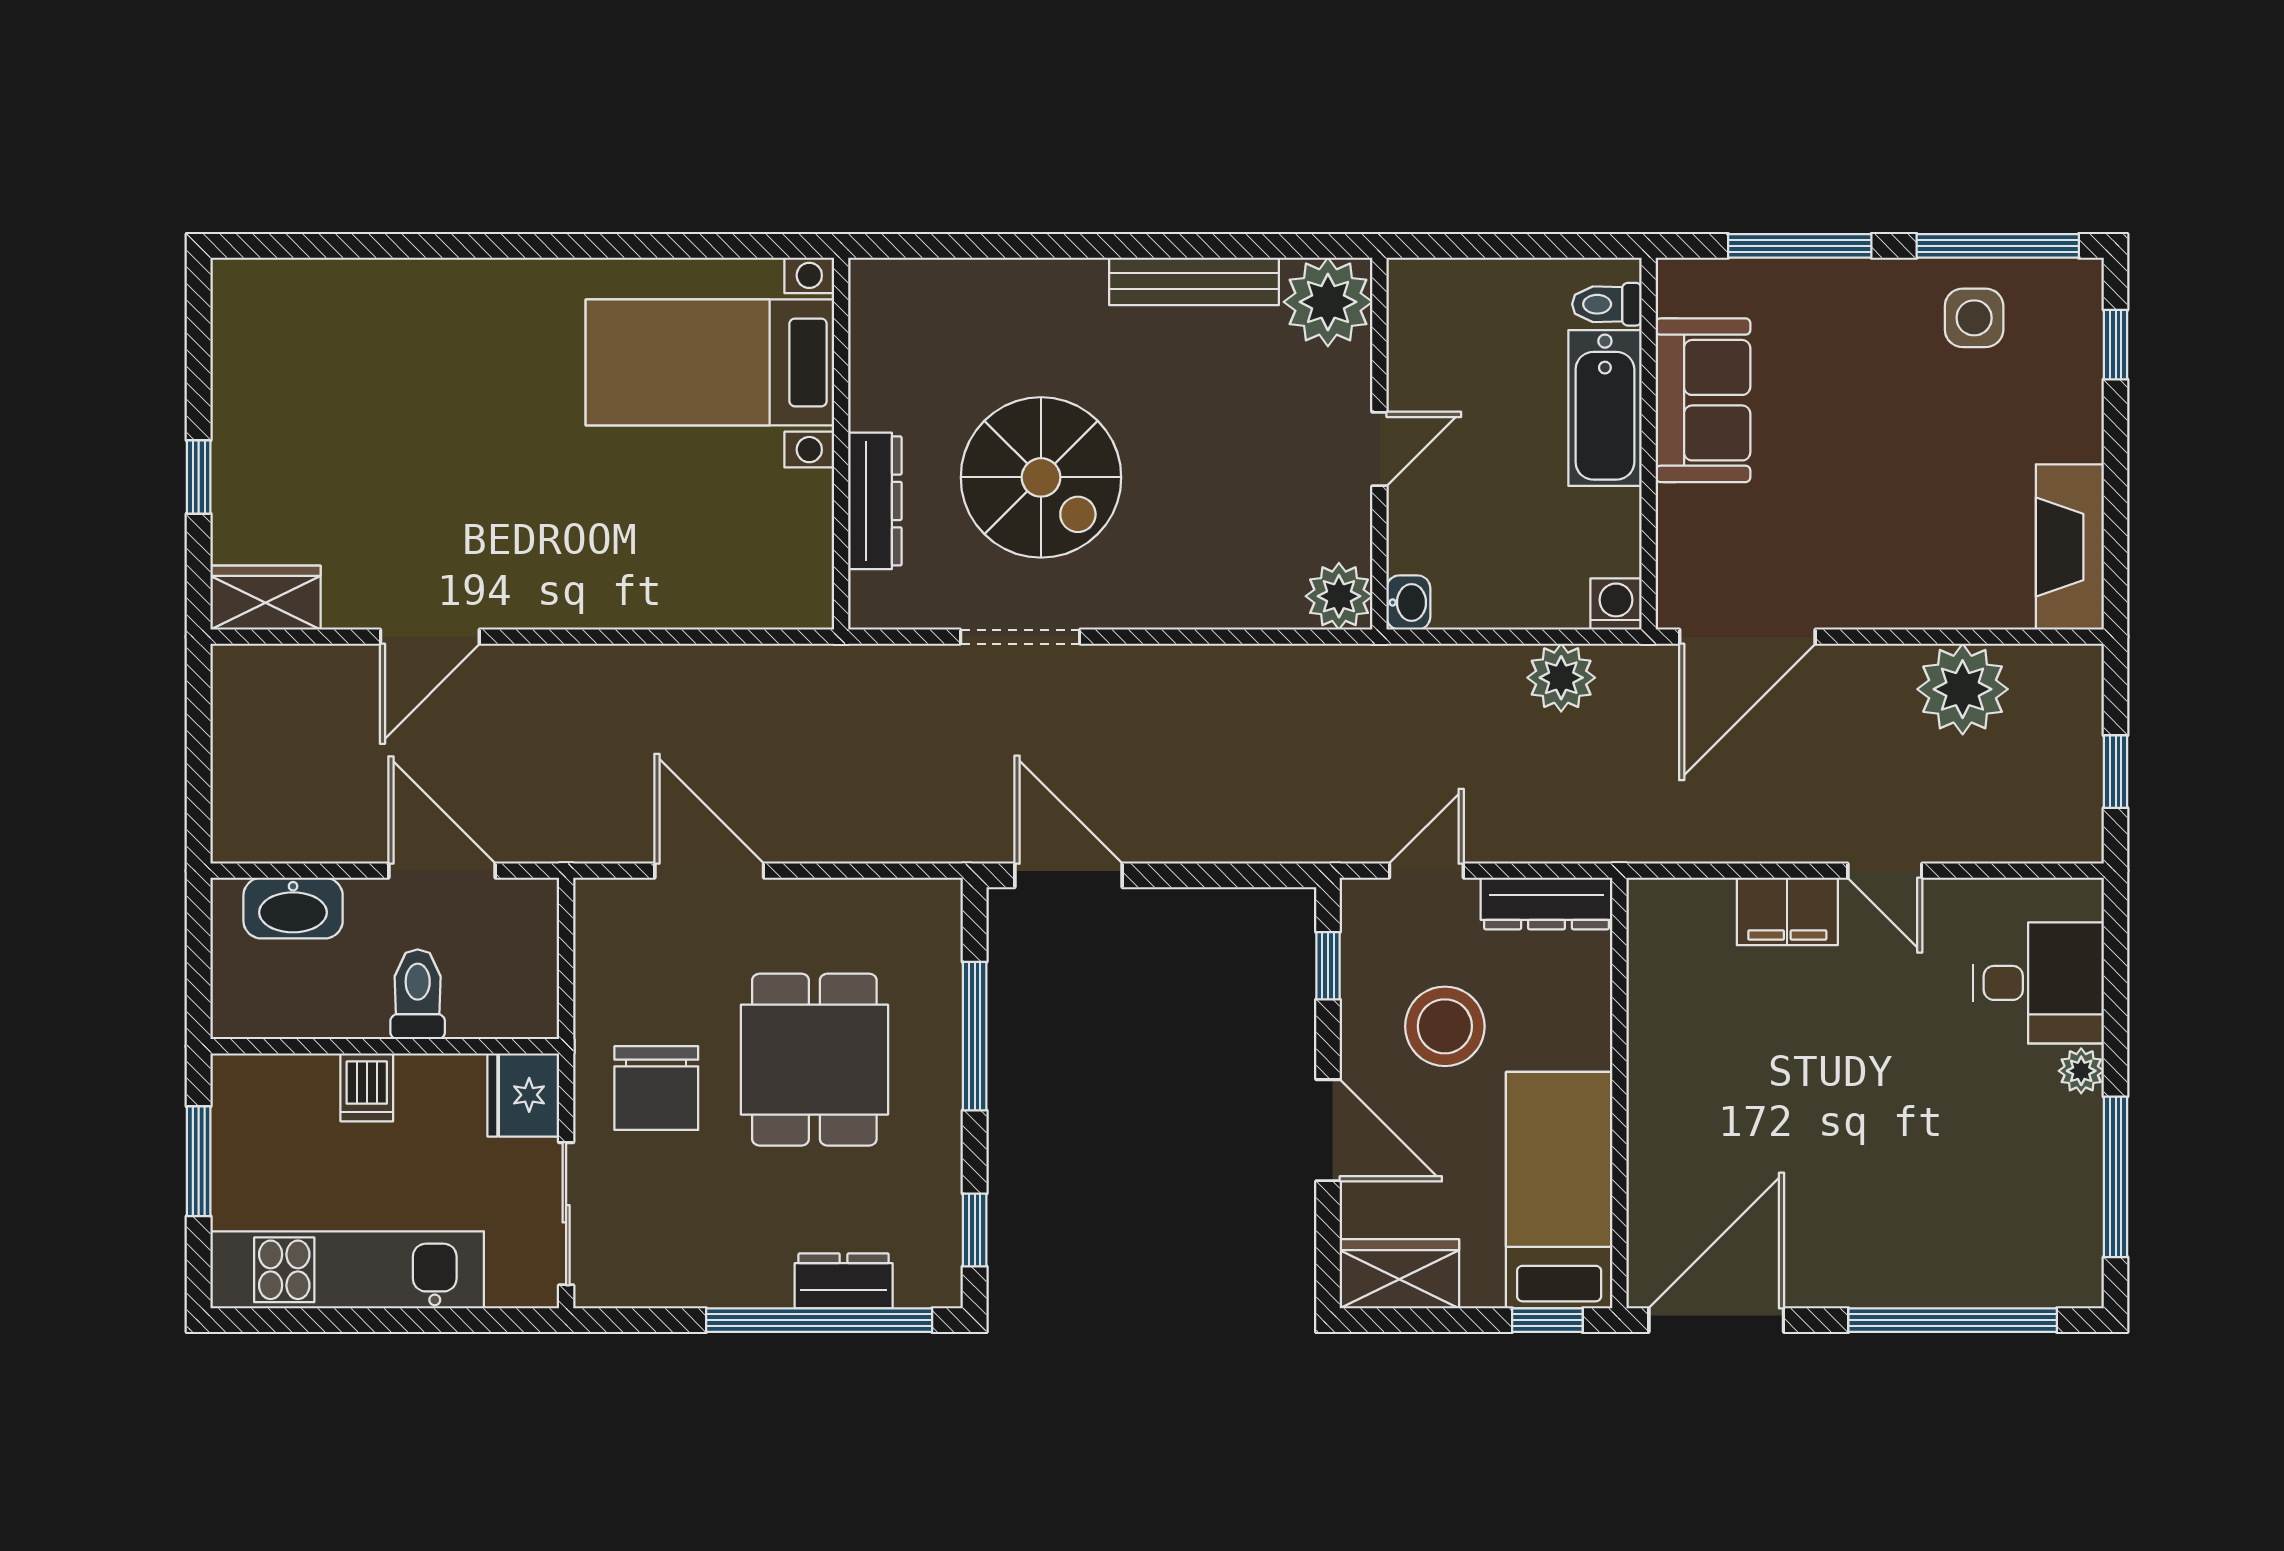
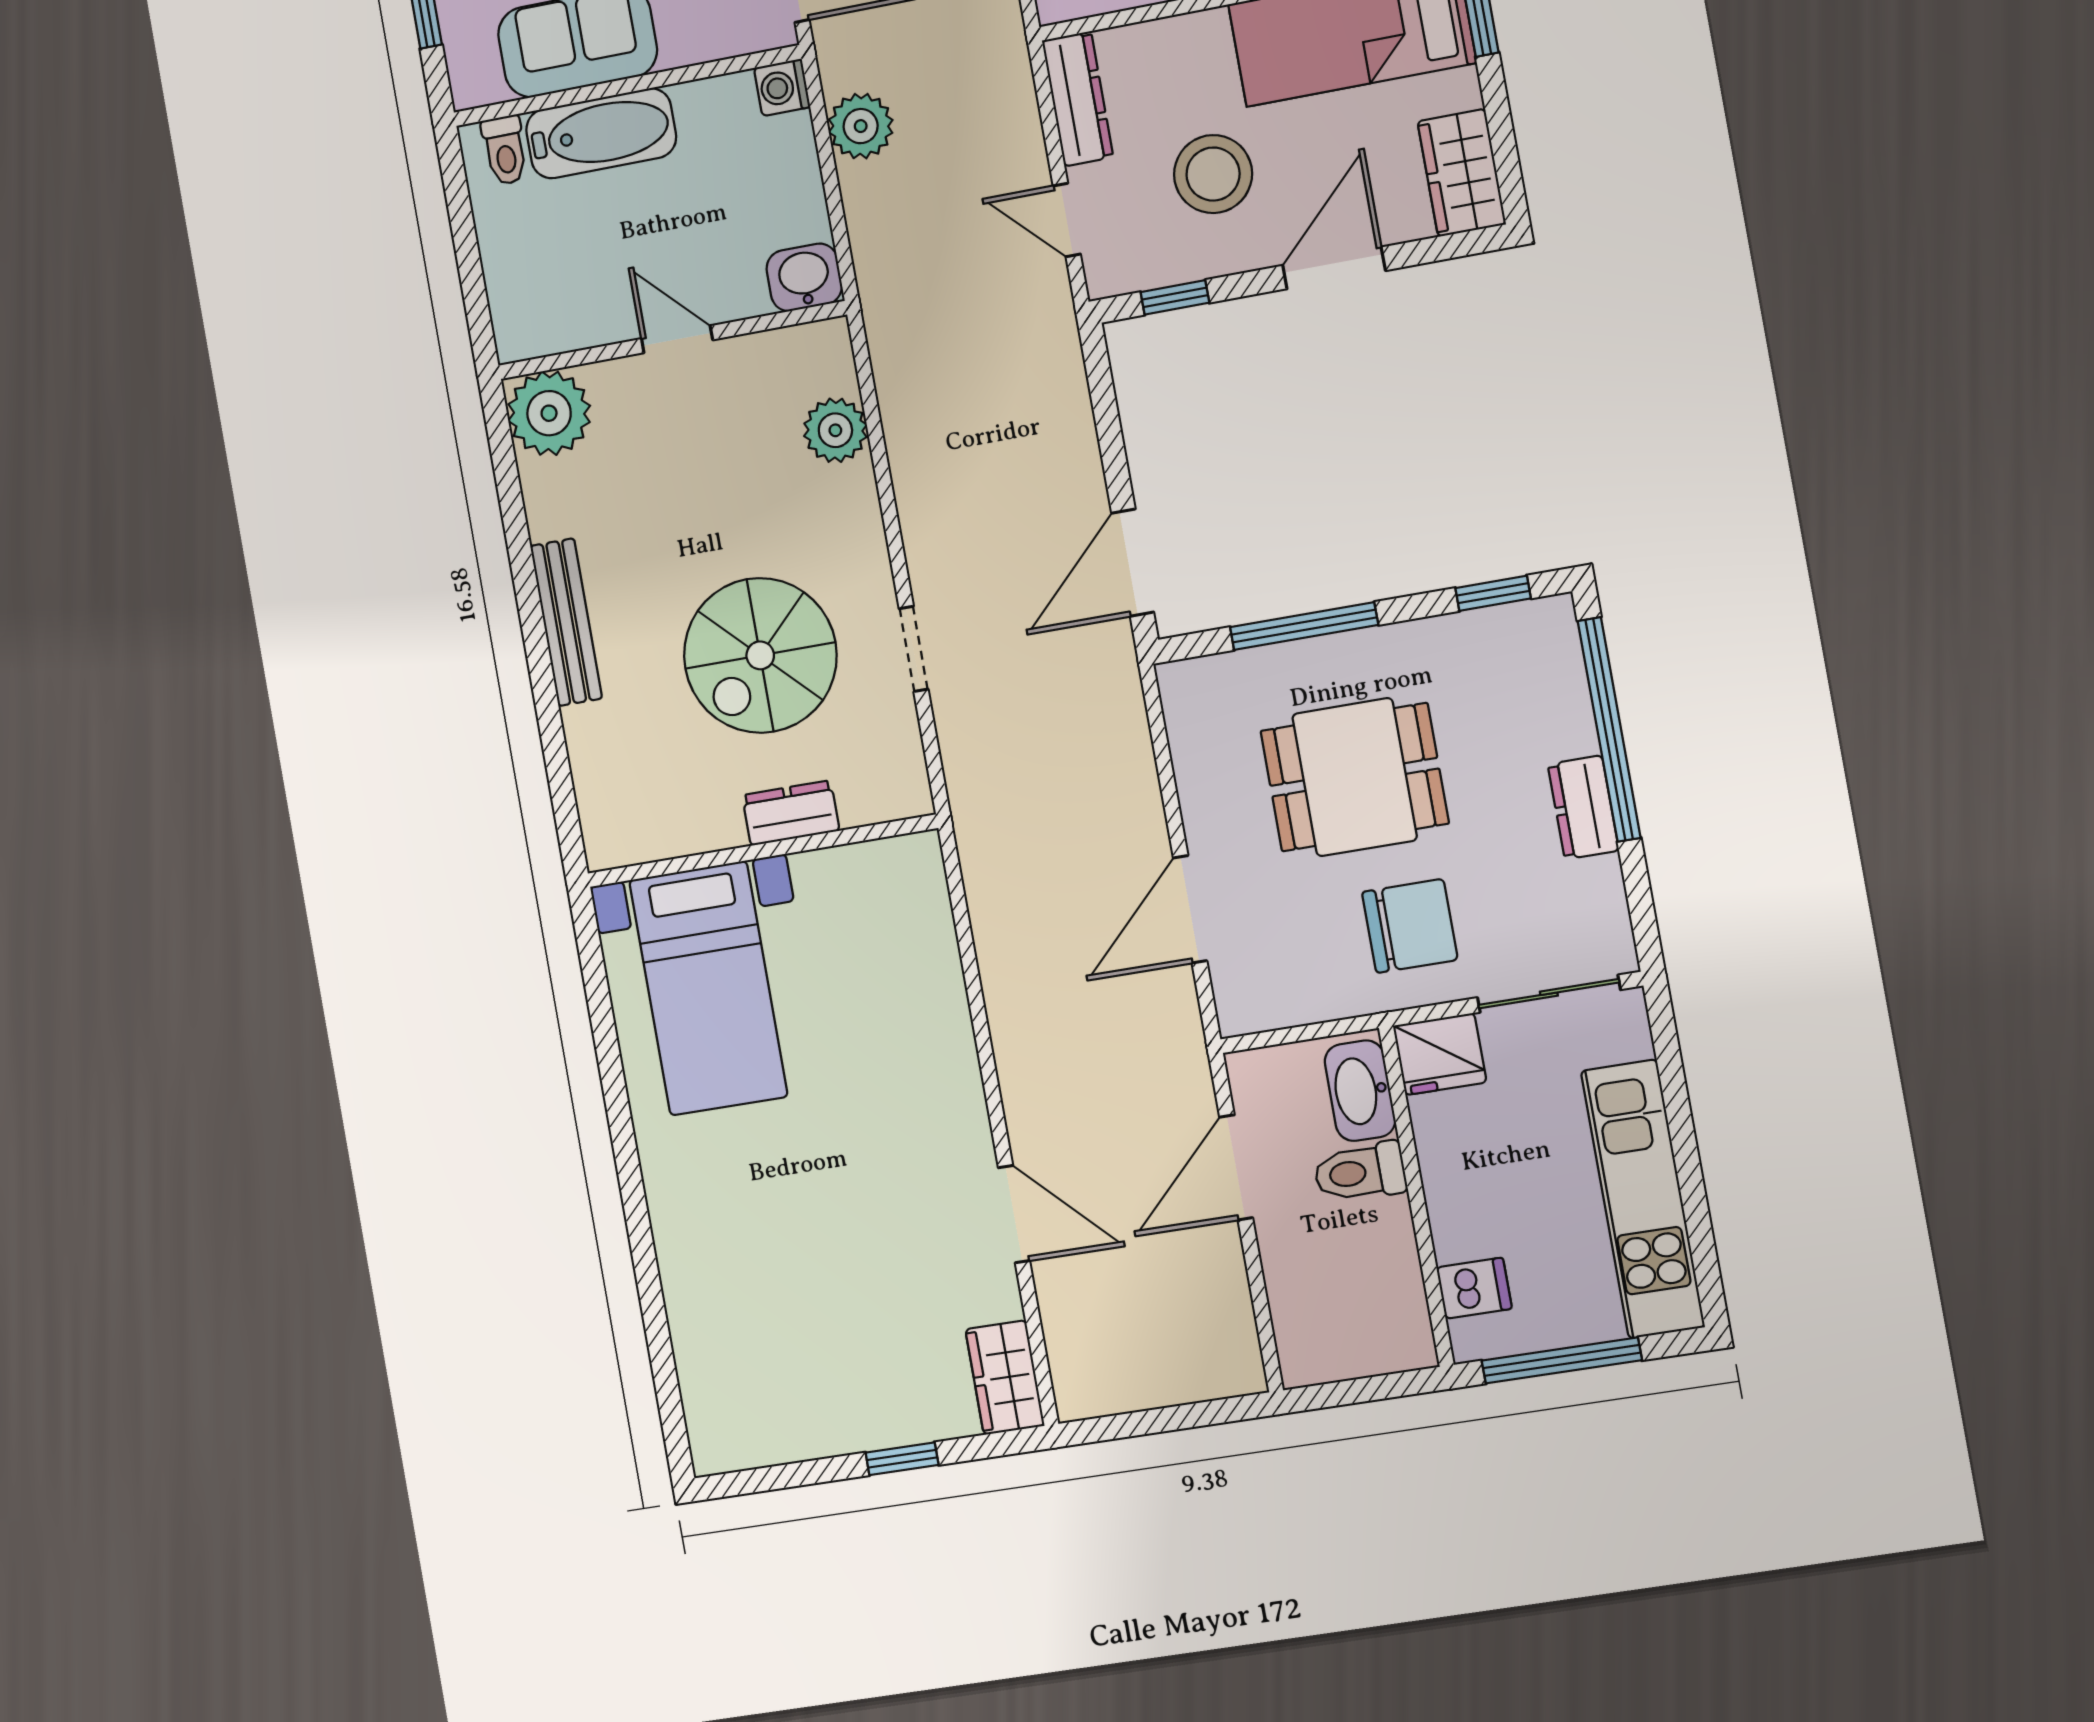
bench: (1194, 281) -> (566, 622), moved
spiral stairs: (1041, 477) -> (760, 655), turned 180
dresser: (875, 501) -> (791, 813), width x0.70
plant: (1339, 596) -> (835, 430), moved
washbasin: (1408, 603) -> (804, 277), width x1.38, depth x1.45
doorway: (1020, 637) -> (914, 649), width x0.73
washbasin: (293, 908) -> (1360, 1091), moved, turned 180
dishwasher: (367, 1087) -> (1474, 1288), moved
window: (199, 1161) -> (1562, 1360), width x1.44
dresser: (844, 1281) -> (1583, 807), moved

